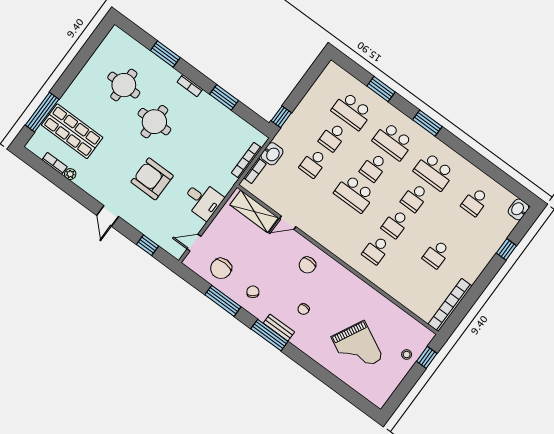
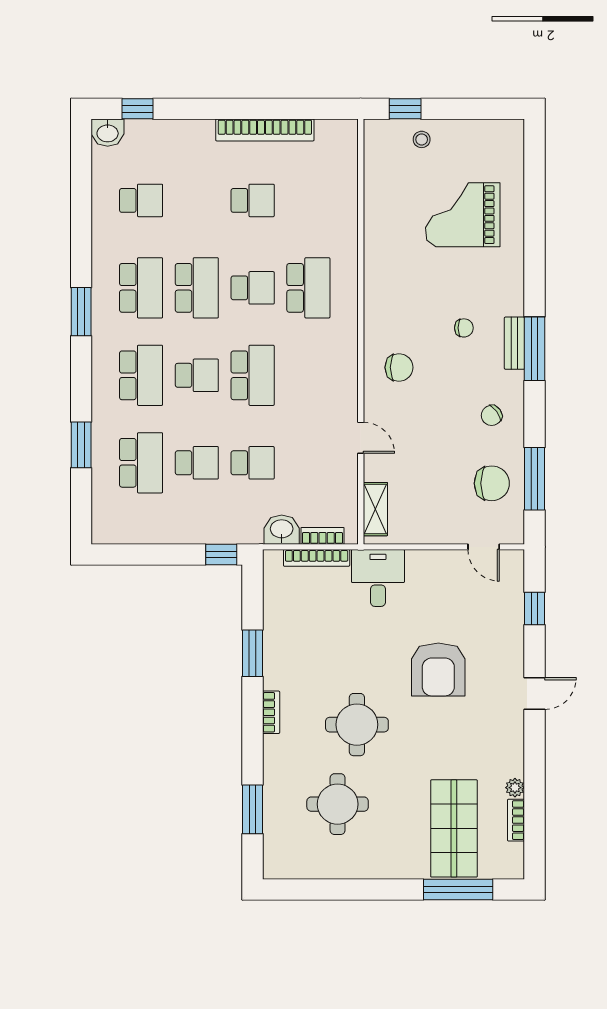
window: (165, 54) -> (252, 809), moved
window: (427, 123) -> (81, 312), moved
school desk: (415, 198) -> (197, 288), width x1.85
desk: (203, 200) -> (378, 578), moved
shelving: (254, 211) -> (375, 509), width x0.67, depth x0.75
window: (506, 249) -> (138, 109), moved
school desk: (376, 250) -> (308, 288), width x1.85
window: (223, 301) -> (535, 479), moved
bookcase: (450, 305) -> (265, 130), moved
grand piano: (357, 348) -> (463, 215), turned -117

